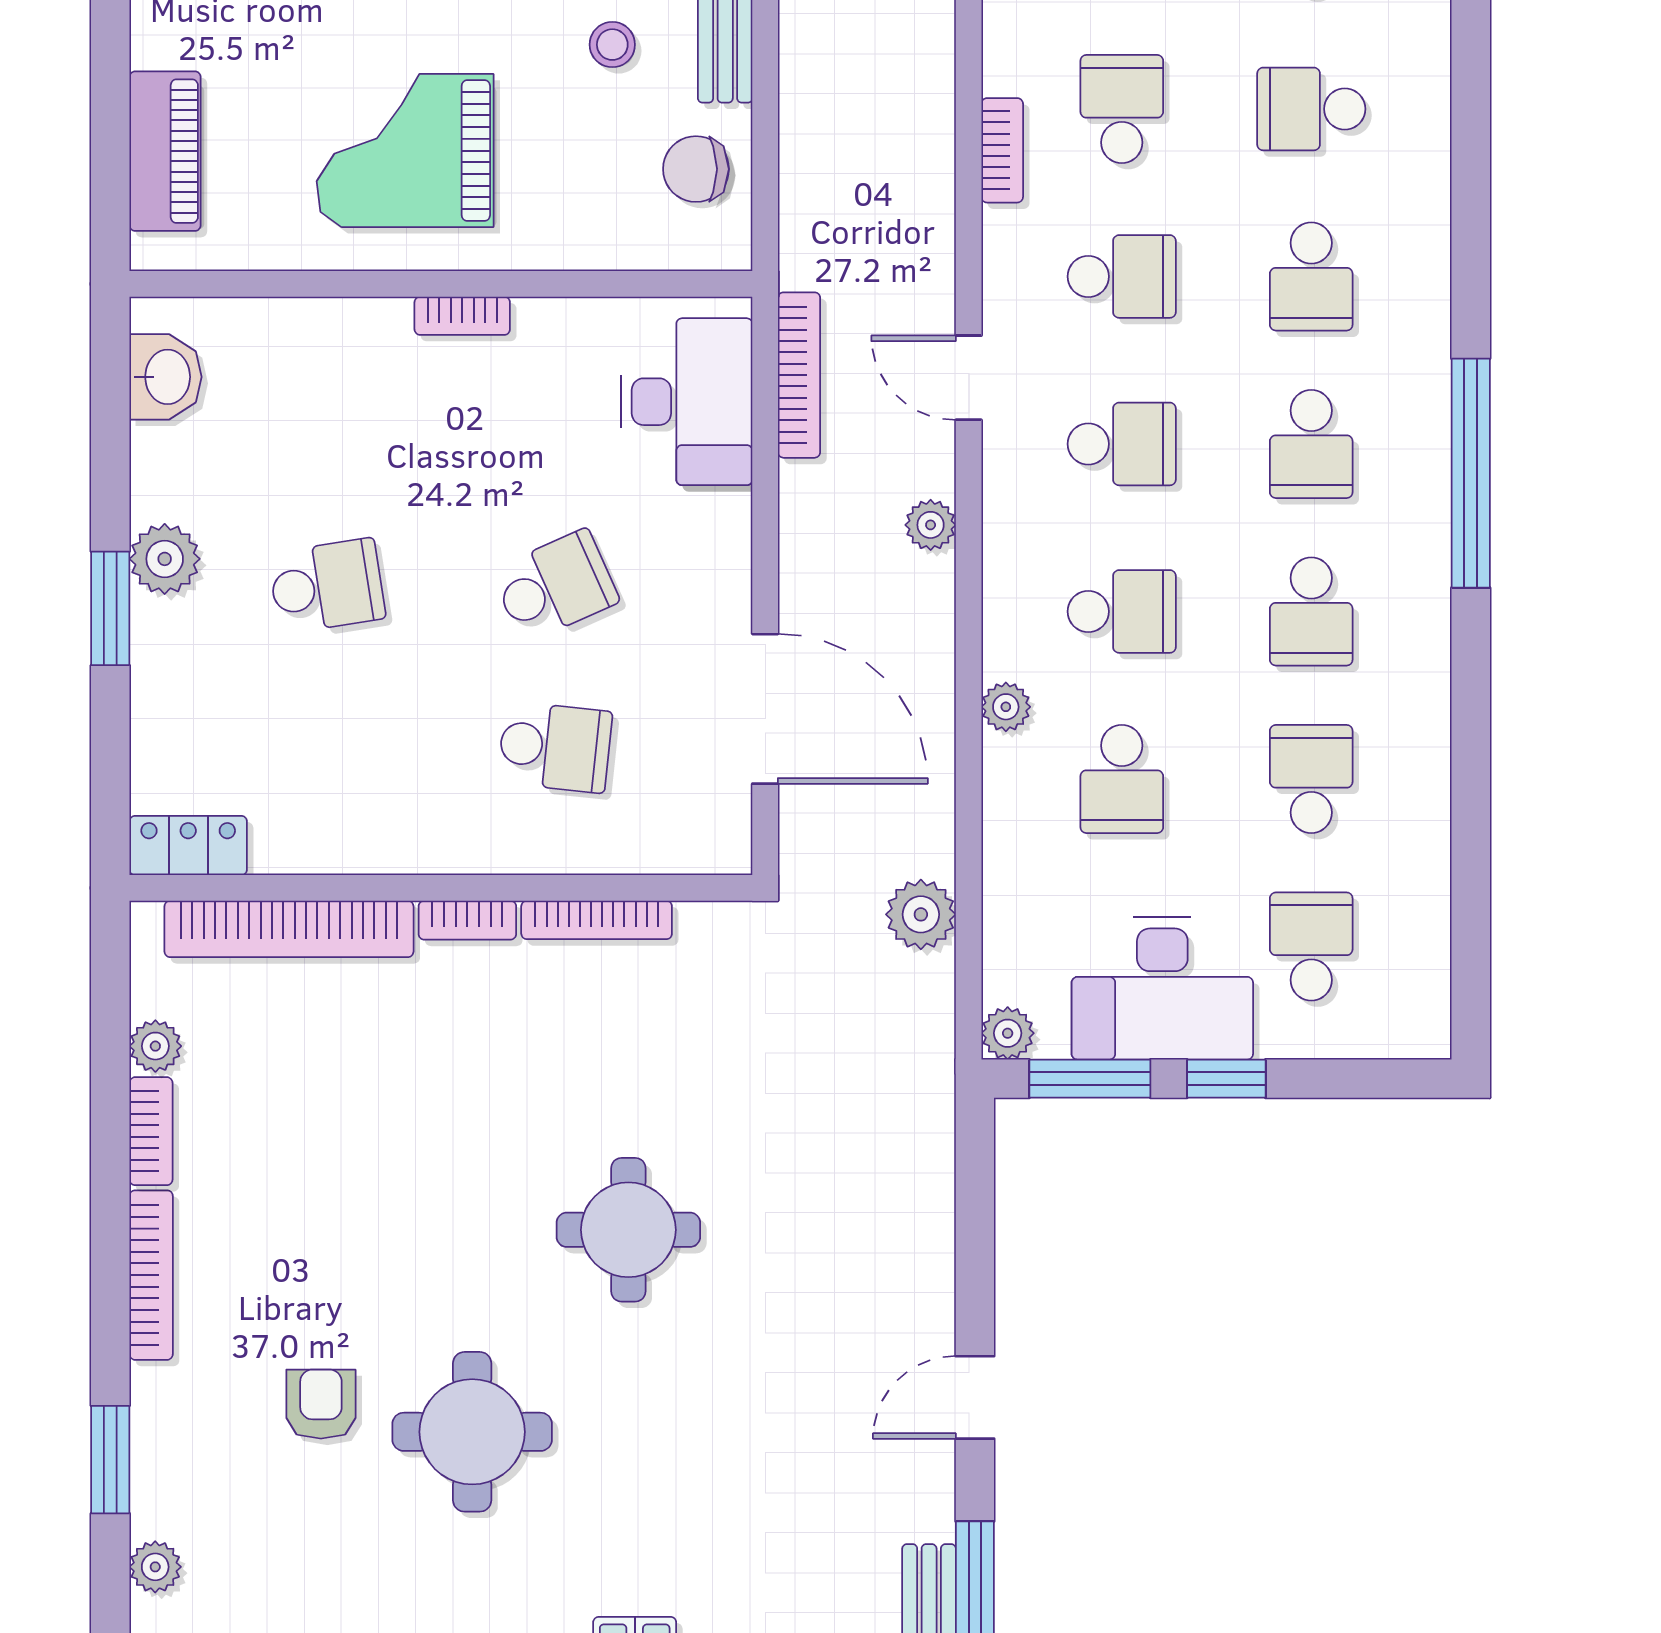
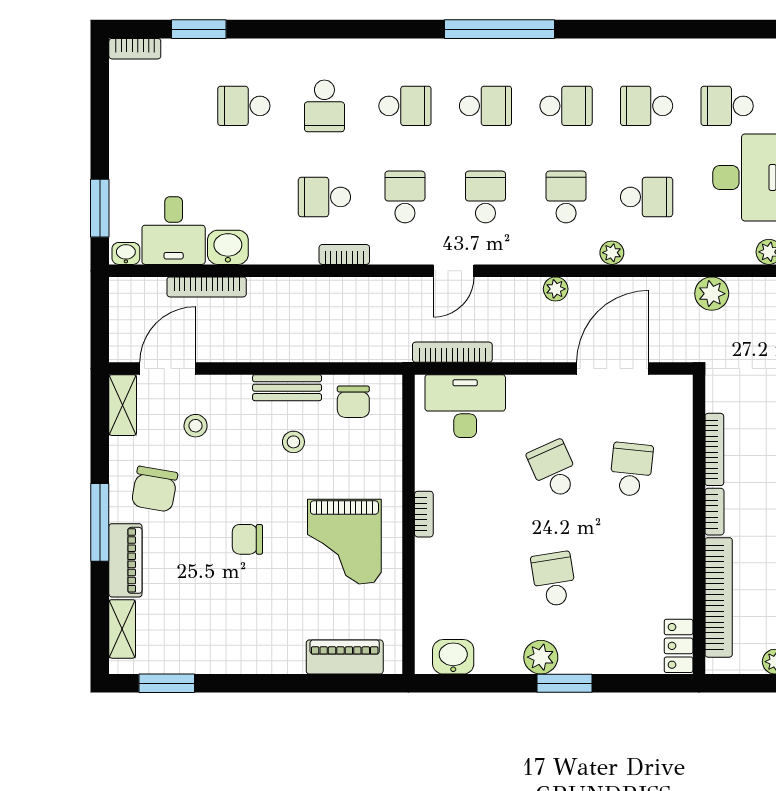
plant: (931, 525) -> (556, 289), moved

